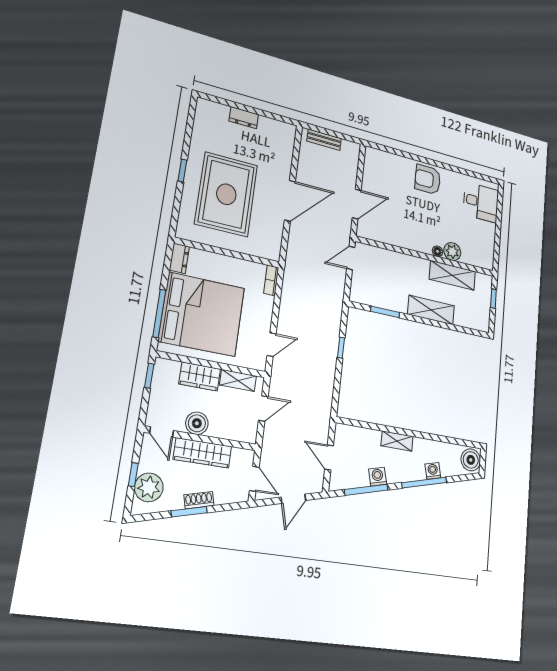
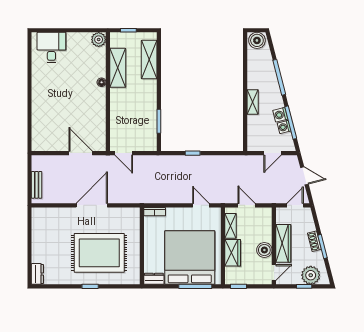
dresser: (244, 118) -> (37, 274), moved
armchair: (428, 179) -> (45, 96), removed
door: (290, 201) -> (92, 205), hinge flipped
plant: (452, 252) -> (99, 40), moved
shelving: (431, 310) -> (149, 60), moved
washing machine: (433, 471) -> (284, 127), moved

